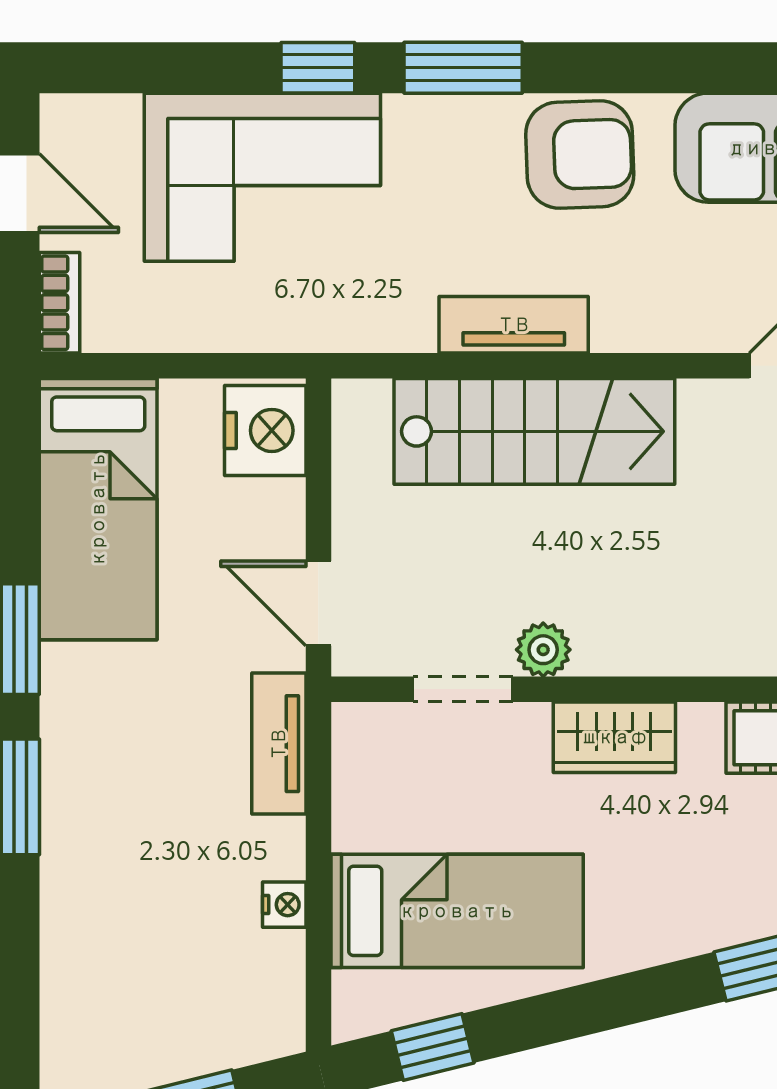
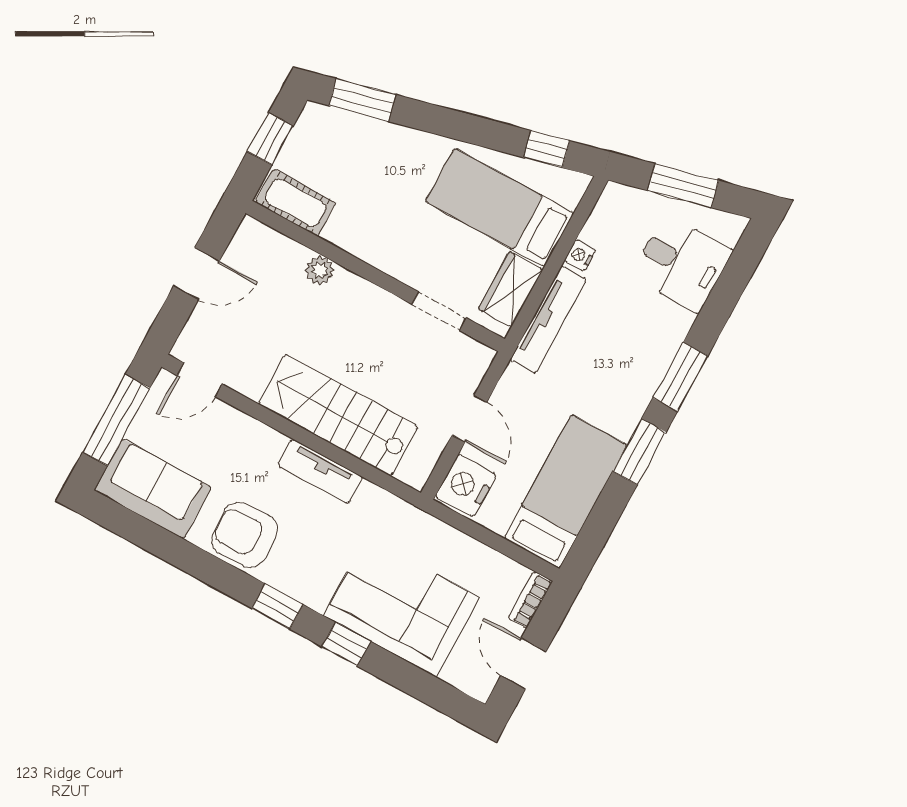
window: (463, 68) -> (277, 606), width x0.67
door: (318, 603) -> (470, 419), moved
plant: (543, 650) -> (320, 270), moved
wardrobe: (614, 737) -> (511, 289), moved, turned -90
tv unit: (279, 744) -> (548, 320), width x1.41
desk: (113, 981) -> (682, 264), added

